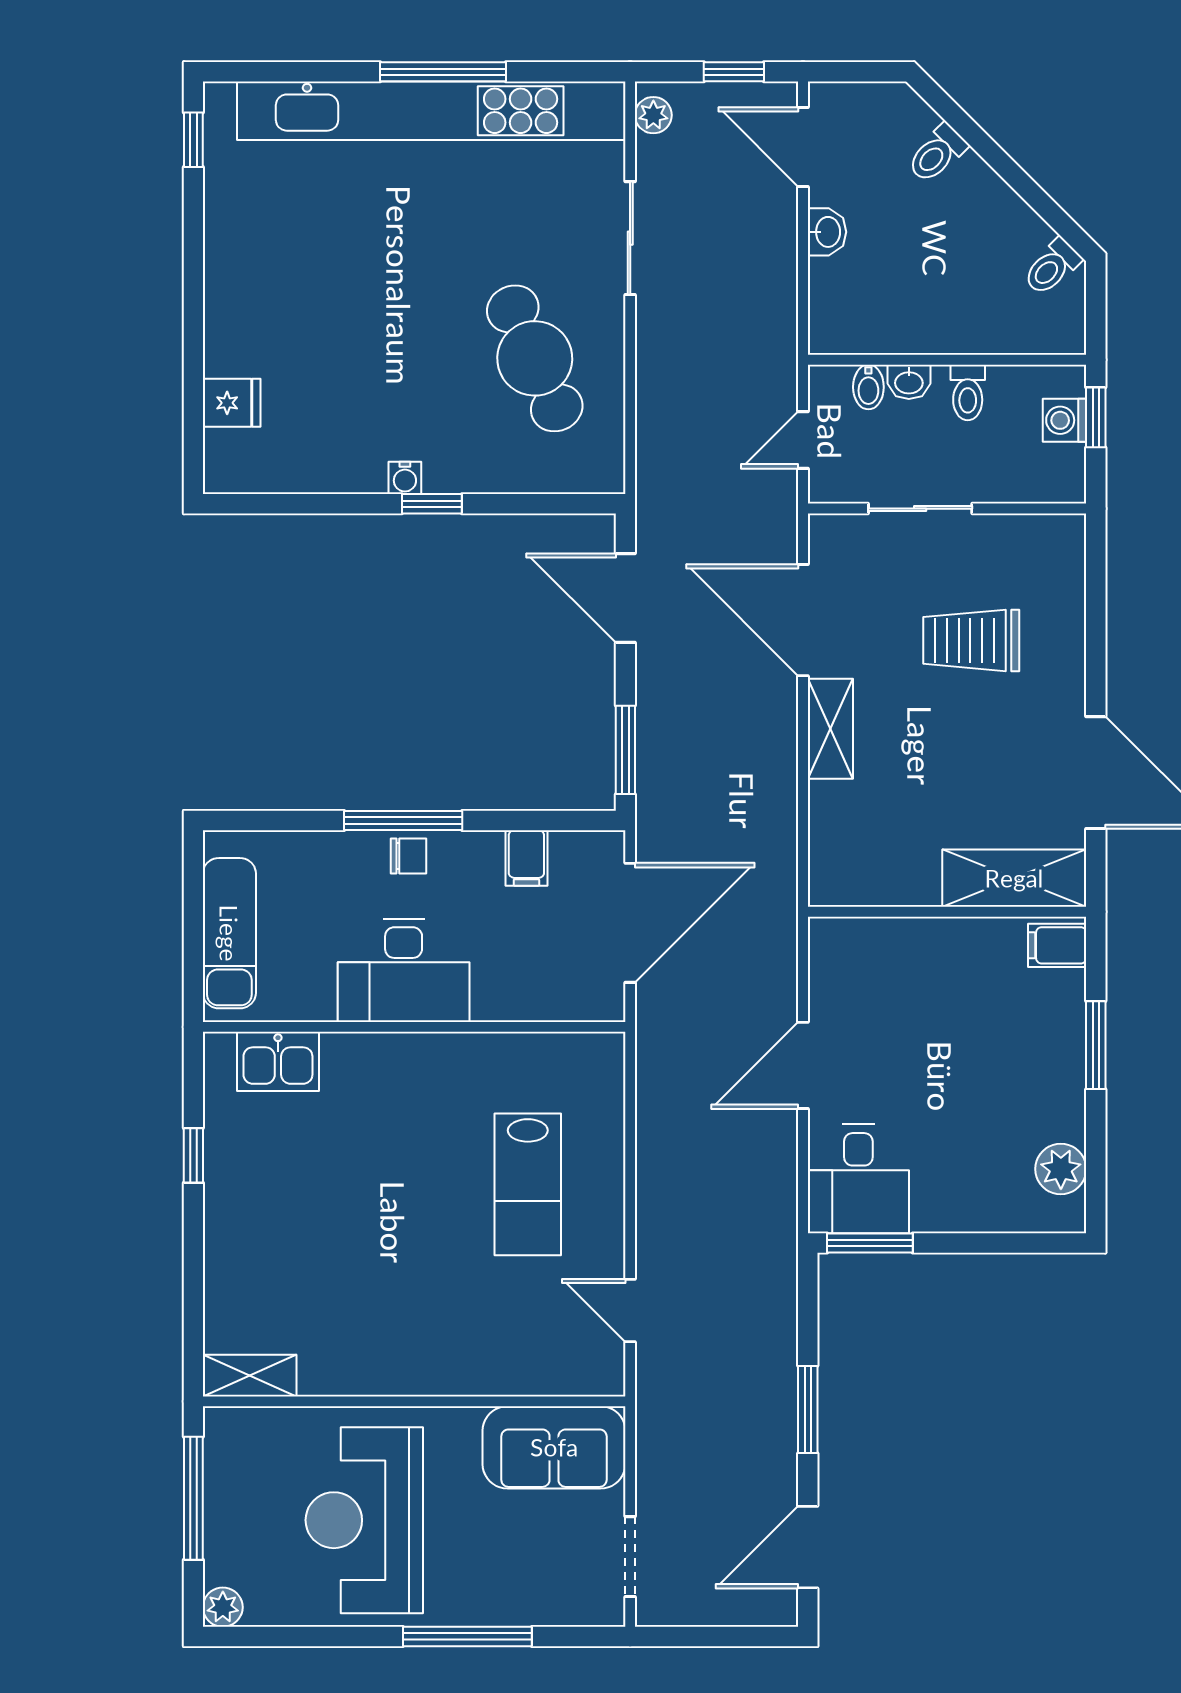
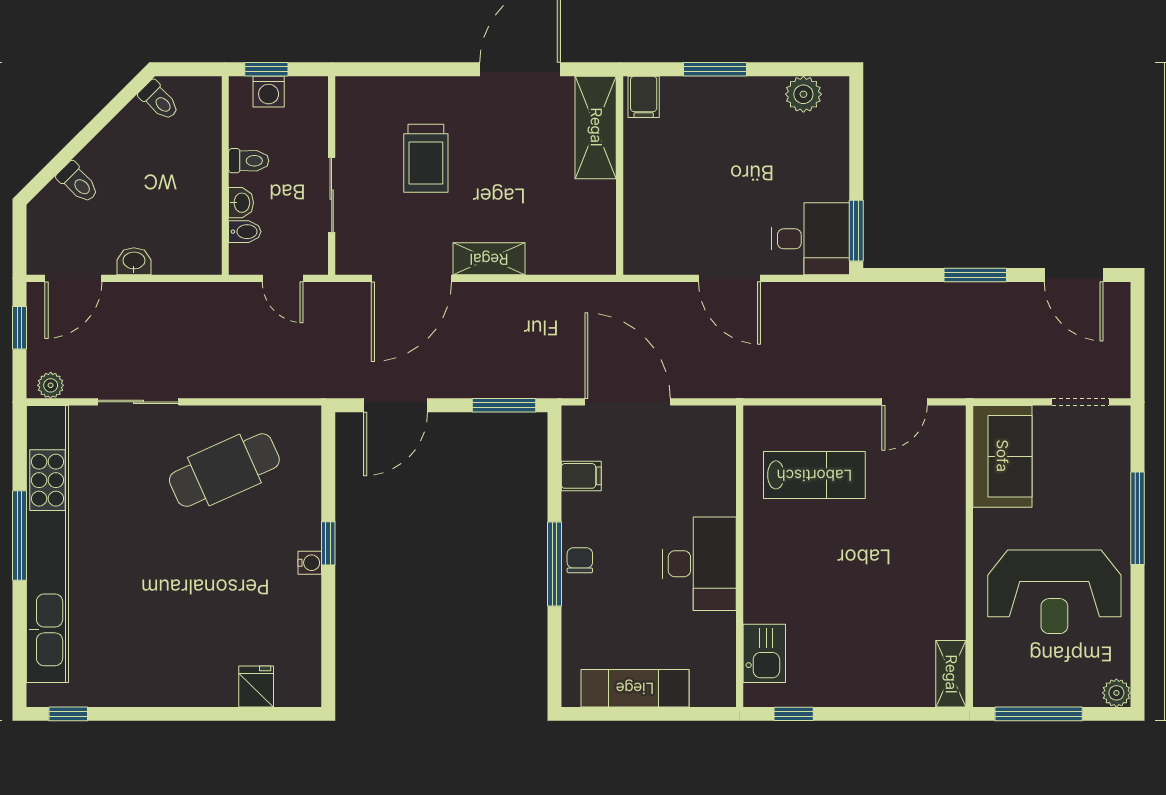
desk: (404, 970) -> (699, 564), moved
wall: (414, 1027) -> (740, 556), moved
kitchen sink: (278, 1061) -> (764, 653), moved

